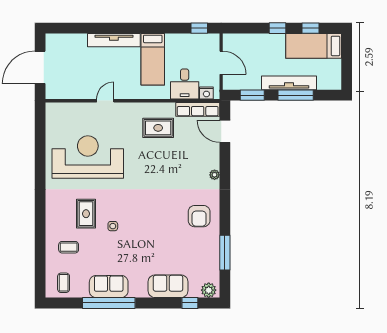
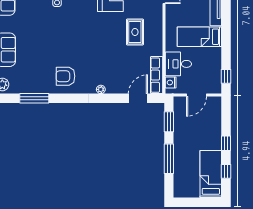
tv unit: (289, 83) -> (179, 153), removed
rug: (158, 128) -> (135, 32), moved

